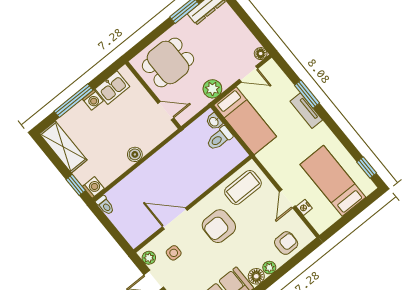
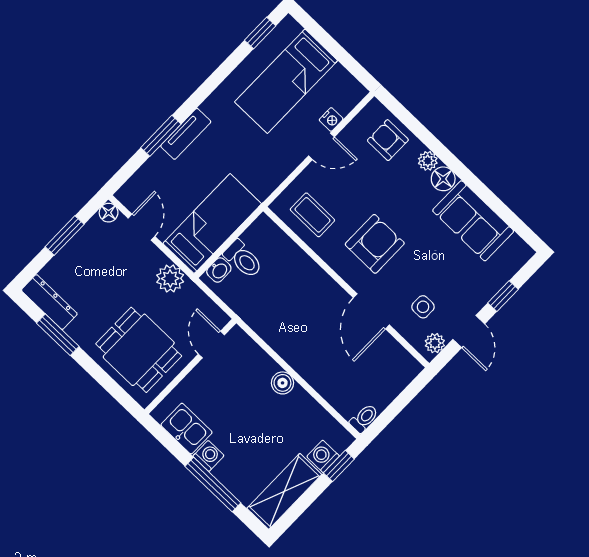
window: (249, 23) -> (65, 236), added
washing machine: (93, 187) -> (323, 456), moved
coffee table: (243, 187) -> (312, 215), width x0.73, depth x0.77
armchair: (219, 226) -> (375, 244), turned -90

